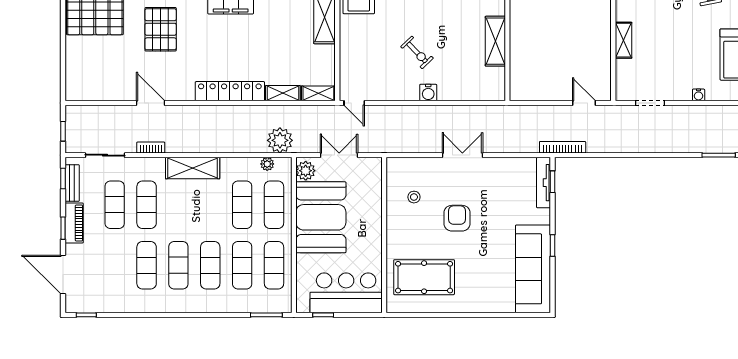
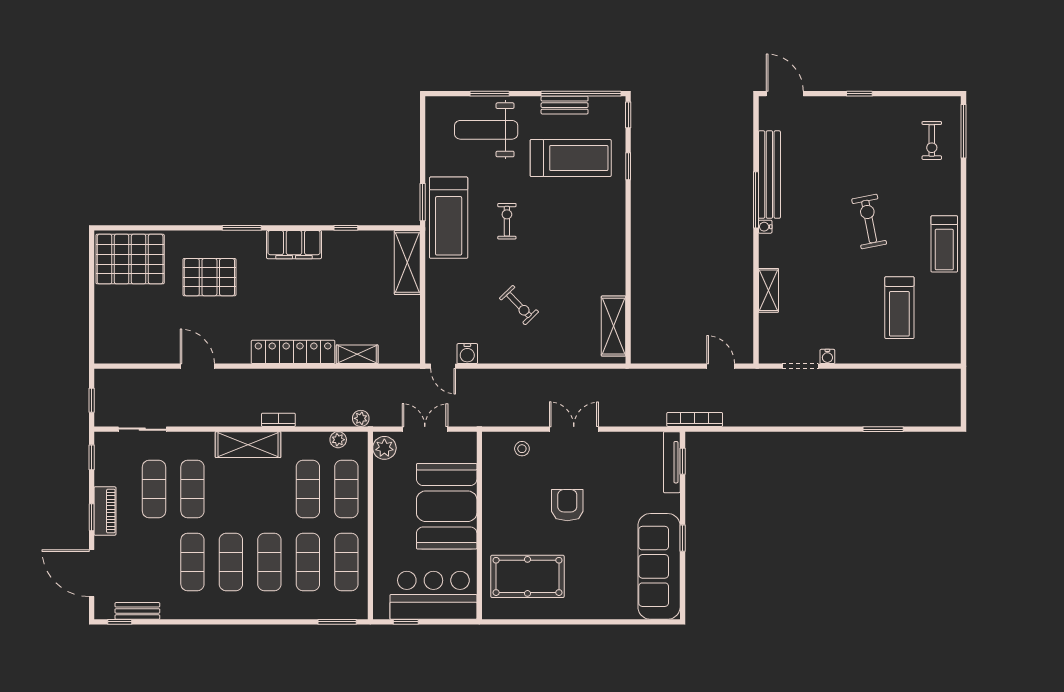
pallet: (161, 29) -> (209, 277), turned 90
shelving: (495, 41) -> (614, 326), moved
shelving: (318, 93) -> (400, 355), removed
water cooler: (428, 93) -> (467, 354), moved
water cooler: (699, 95) -> (827, 356), moved
plant: (280, 140) -> (361, 418), width x0.53, depth x0.53
bookcase: (151, 147) -> (278, 420), moved
bench: (72, 183) -> (137, 611), moved, turned 90
stool: (414, 197) -> (522, 449), moved
booth: (321, 217) -> (447, 506), moved

